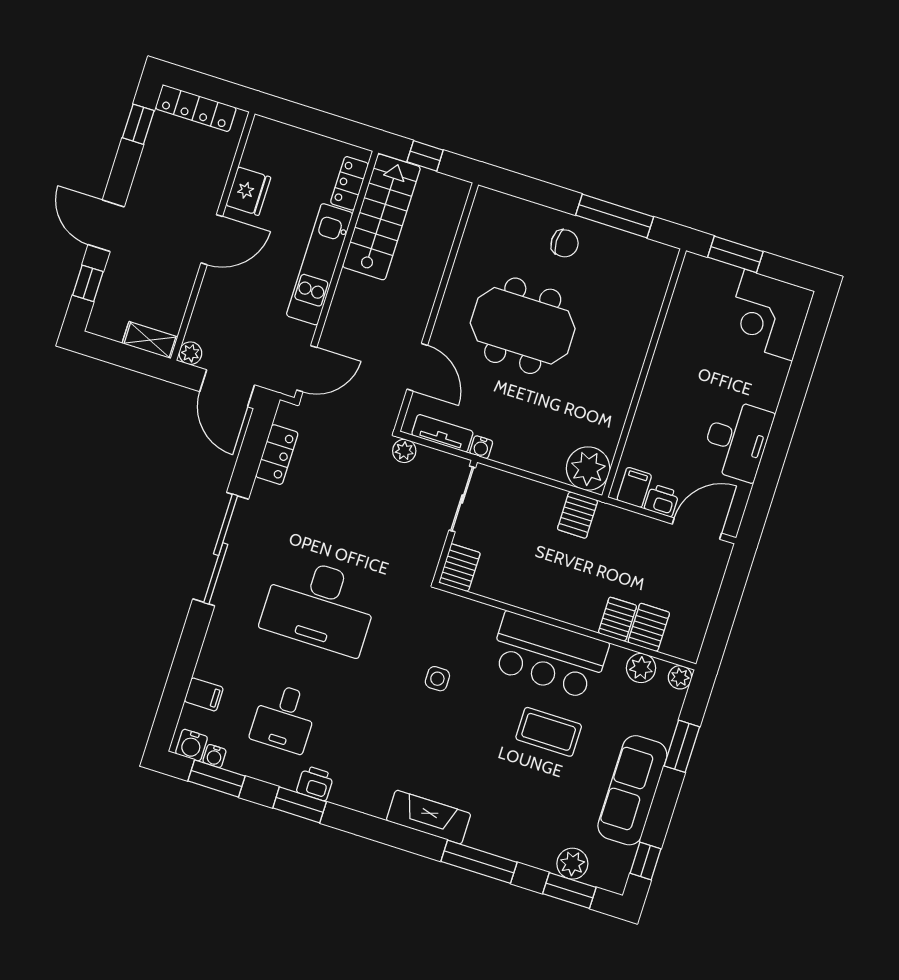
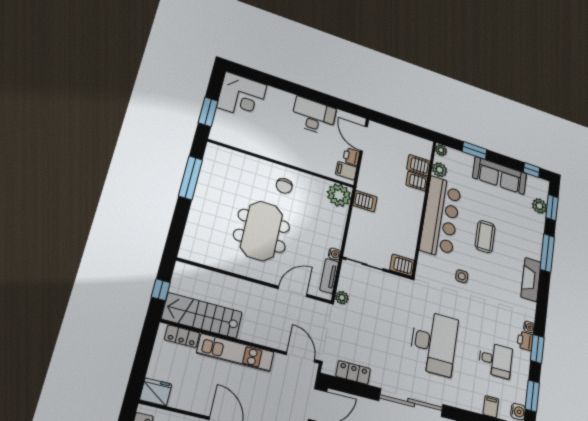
fridge: (248, 191) -> (156, 392), moved
chair: (565, 243) -> (284, 186), moved, turned 180
bar counter: (549, 655) -> (441, 217), width x1.36
coffee table: (549, 732) -> (485, 237), moved
water cooler: (214, 756) -> (529, 327), moved

